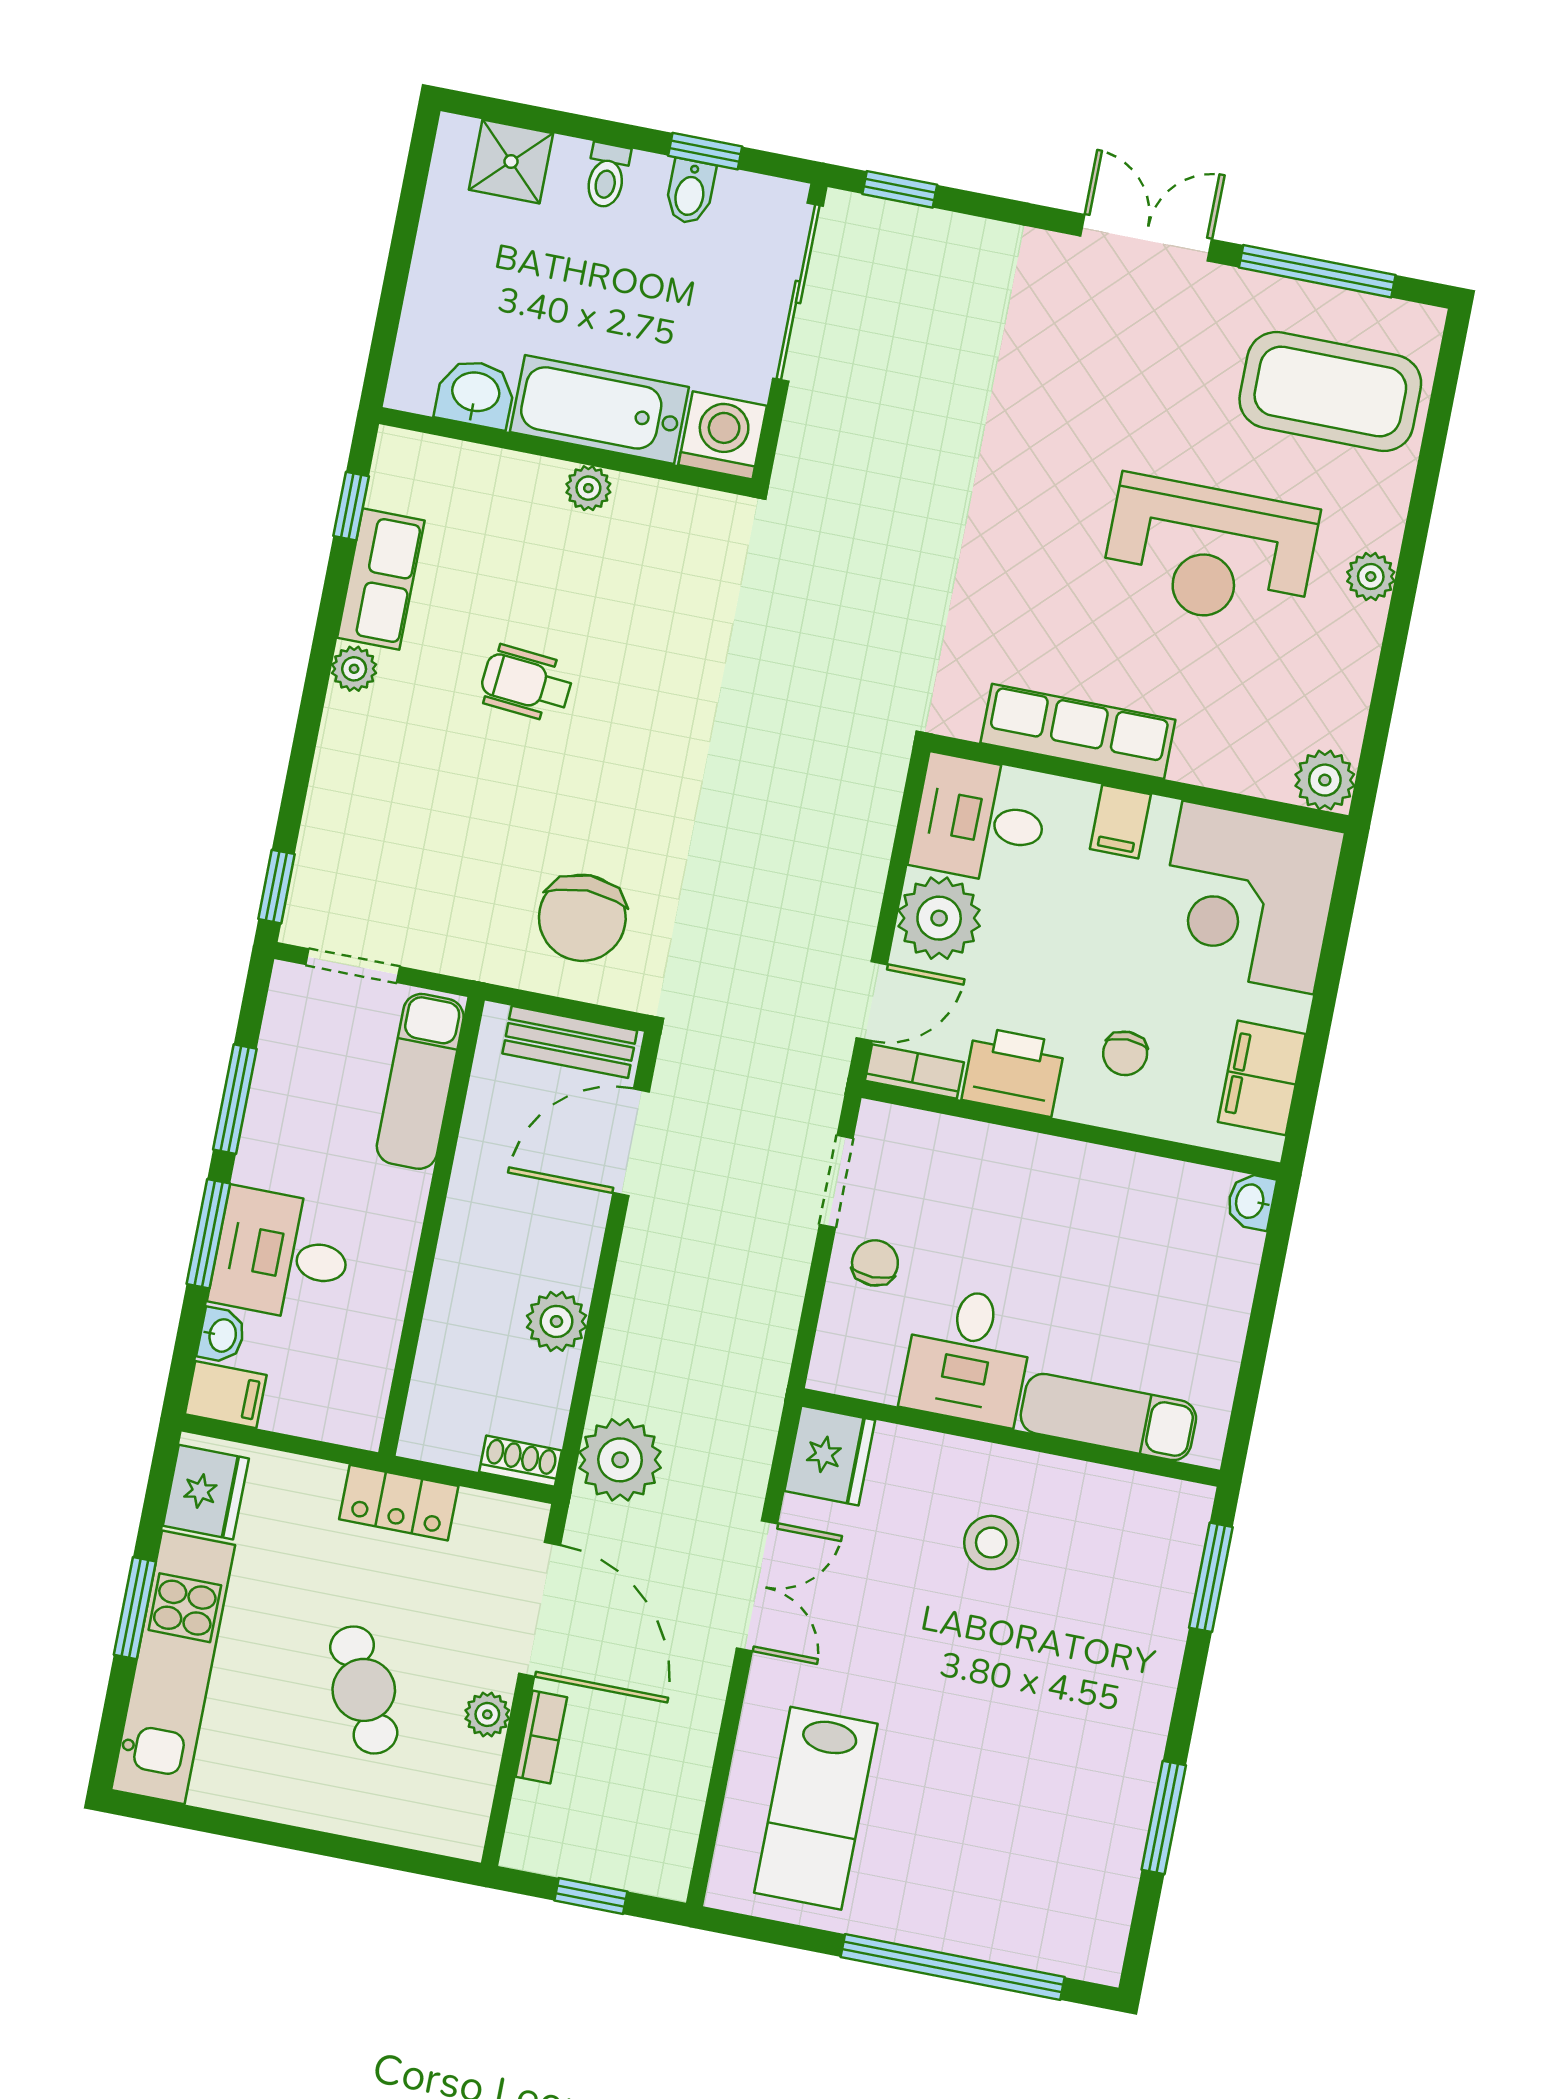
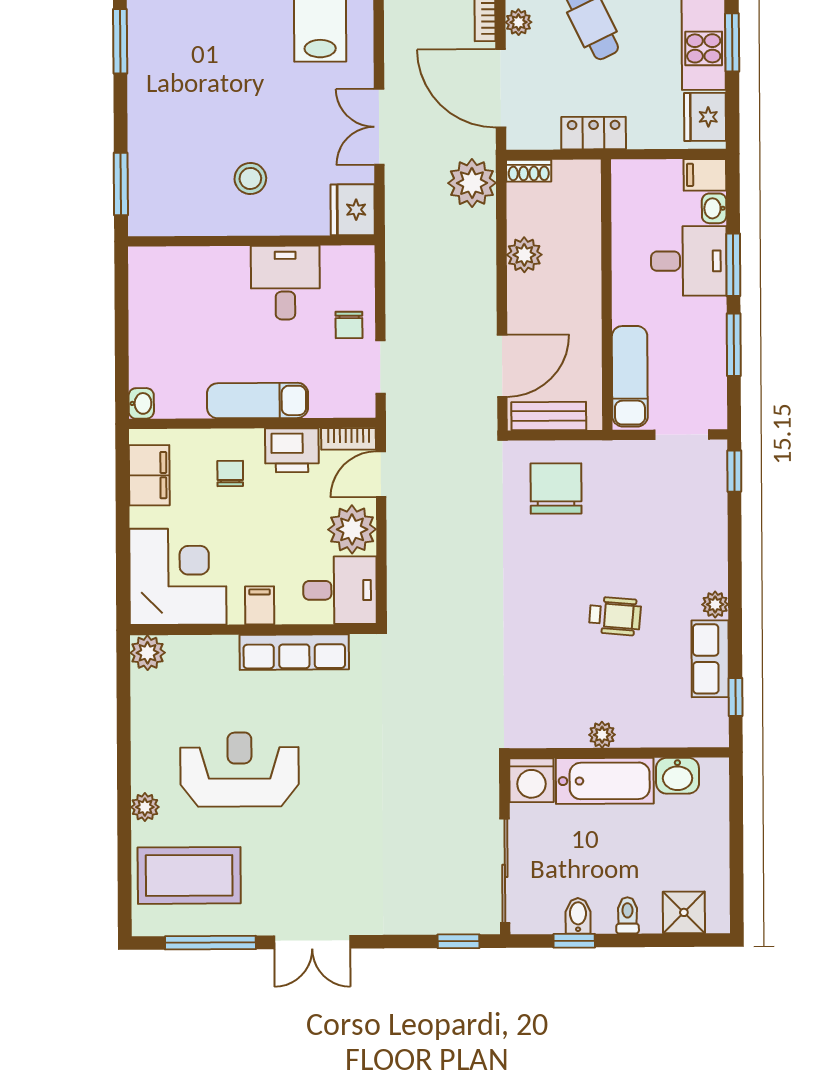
plant: (1371, 577) -> (145, 807), moved
exam couch: (1108, 1417) -> (258, 401), moved, turned 180

